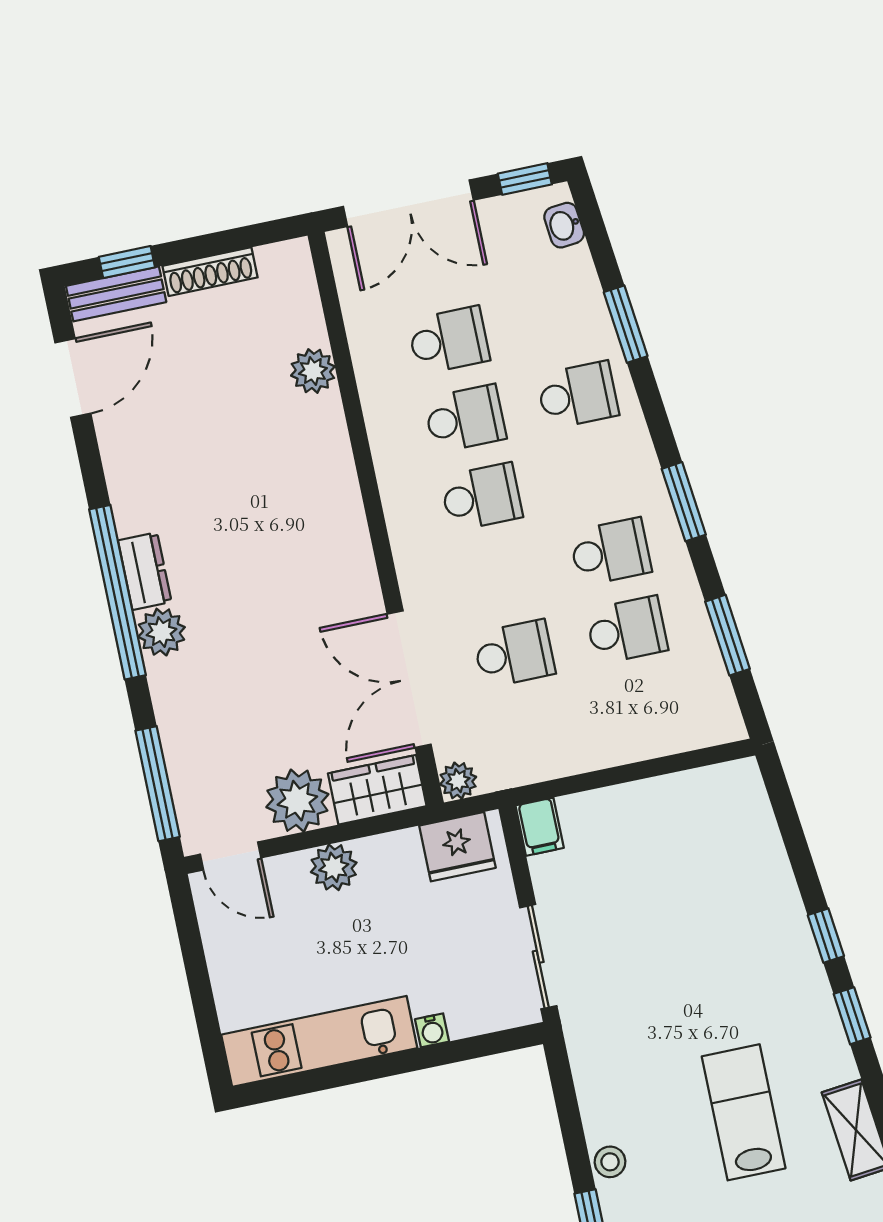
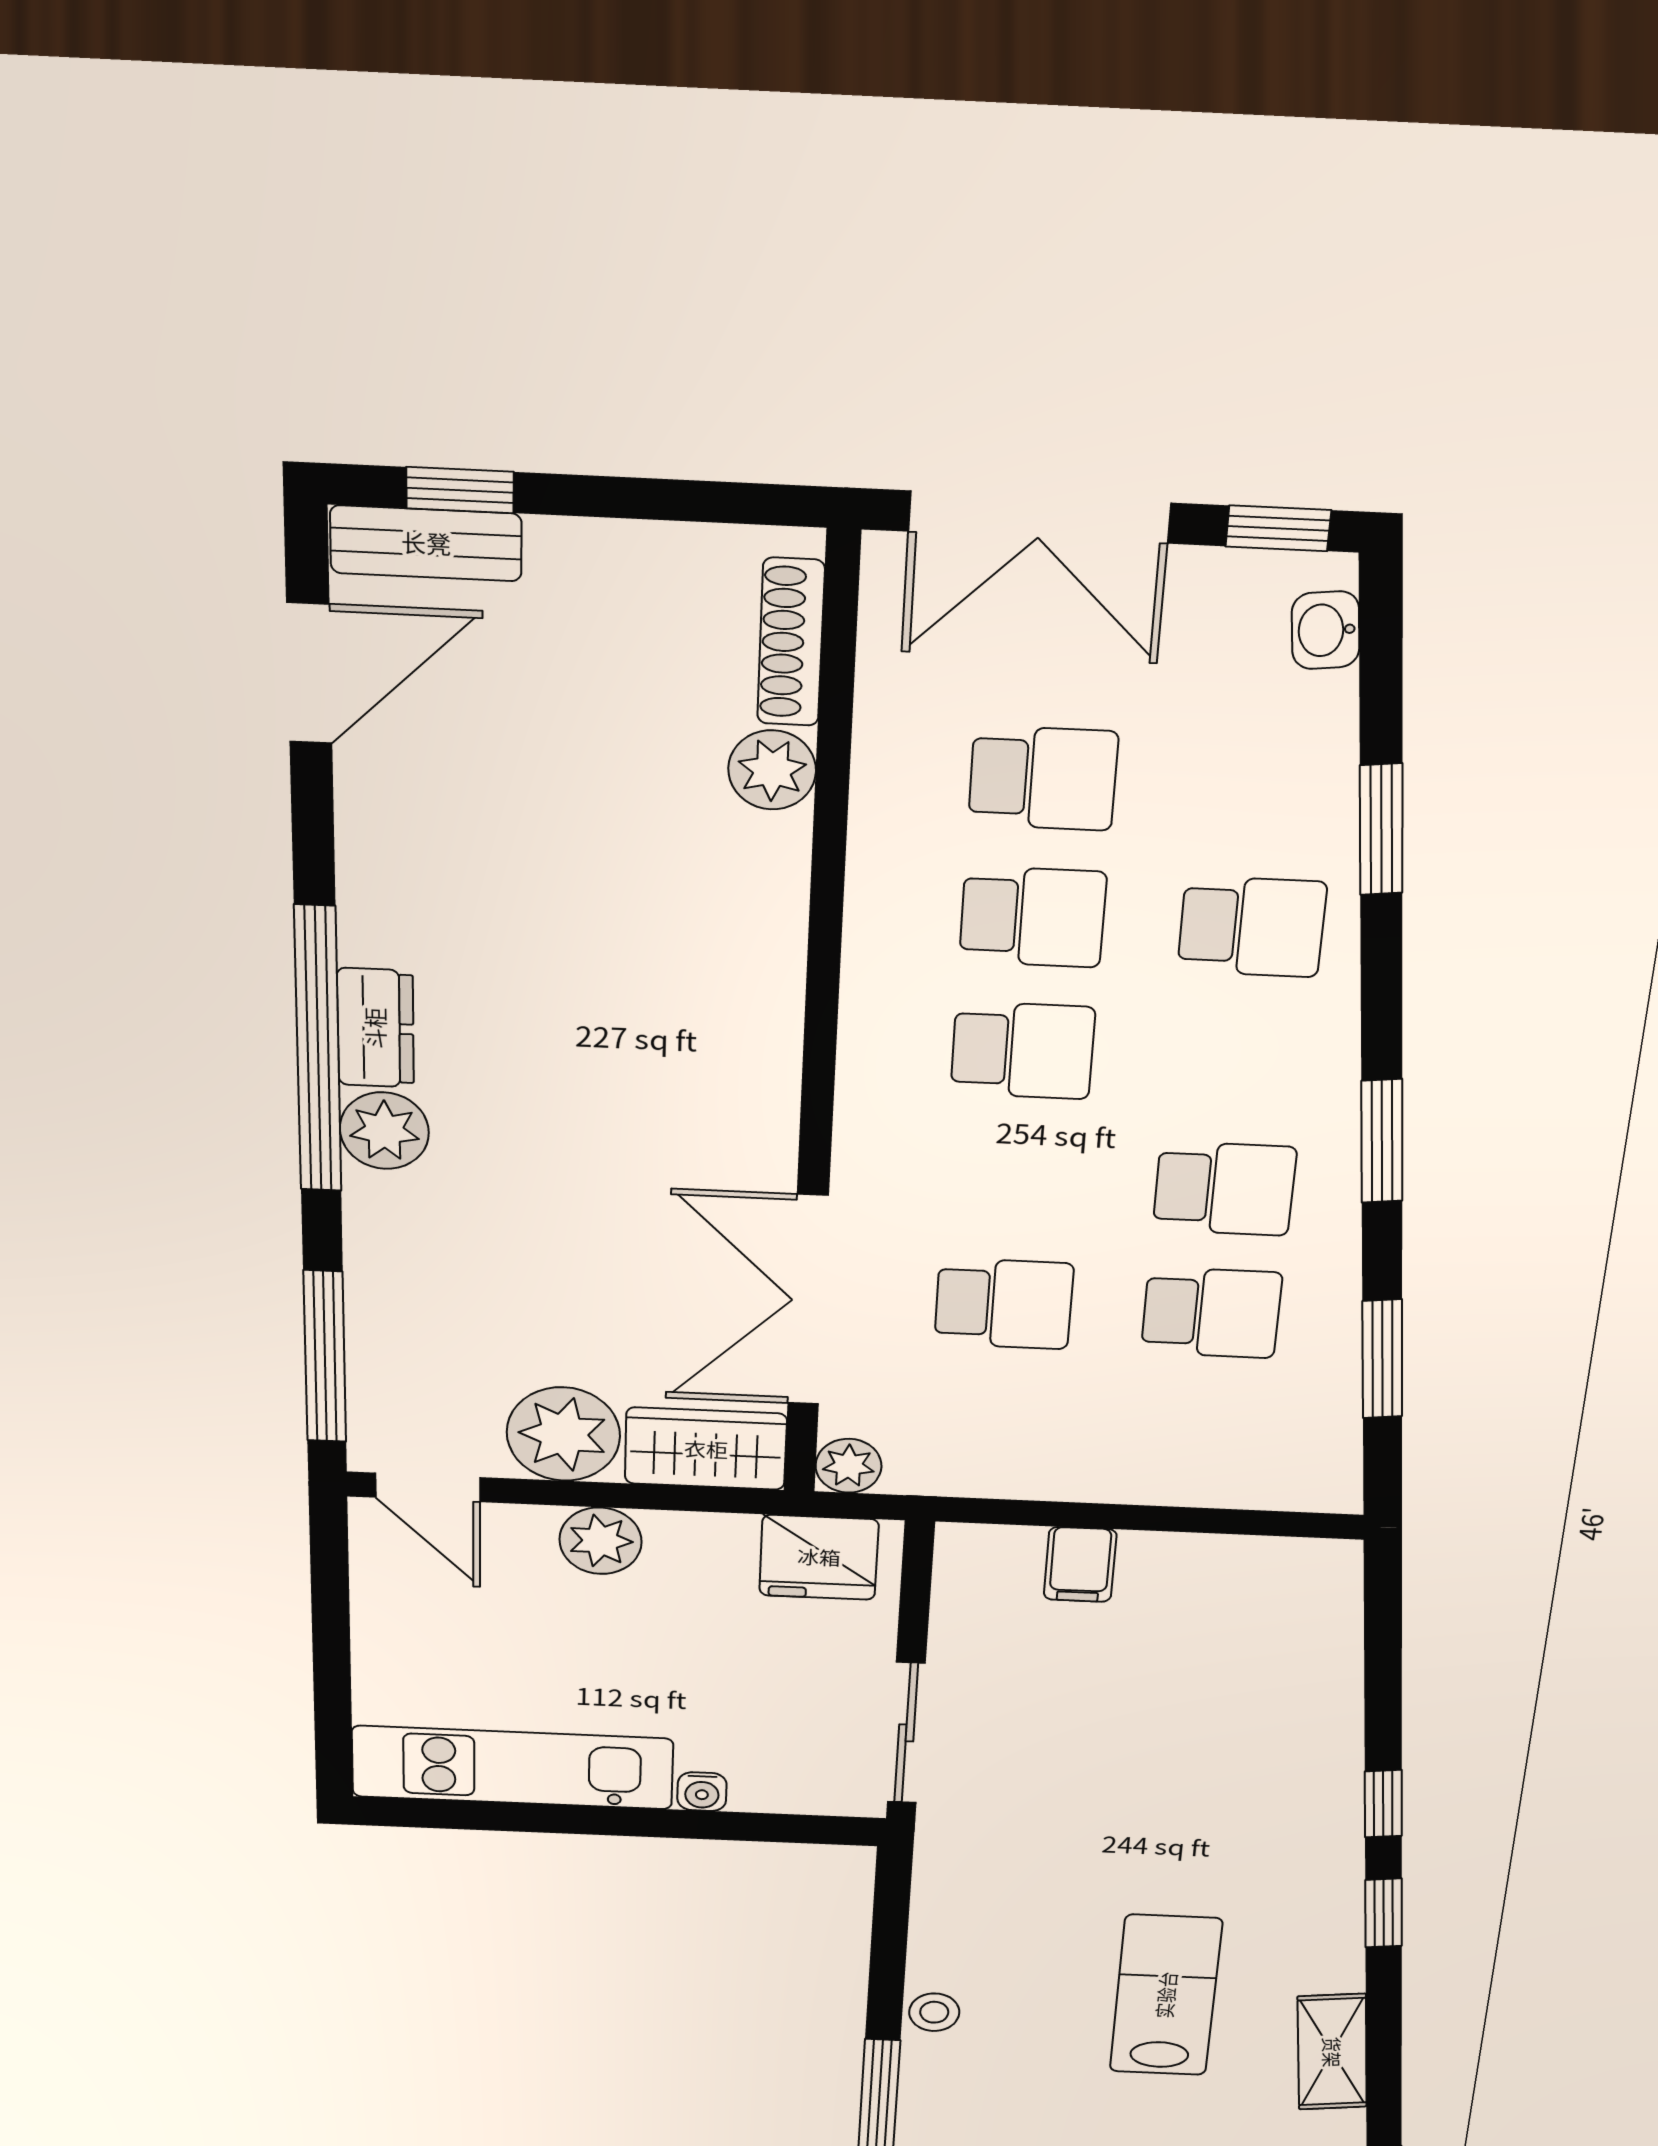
shoe rack: (210, 272) -> (791, 642), moved, turned 90
filing cabinet: (540, 827) -> (1080, 1564), moved

